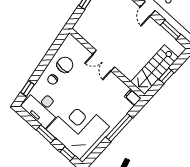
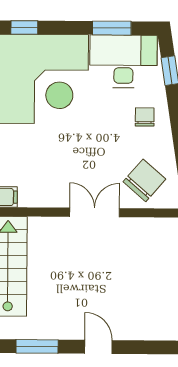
chair: (65, 65) -> (144, 180), moved, turned -139
window: (46, 134) -> (112, 28), moved

